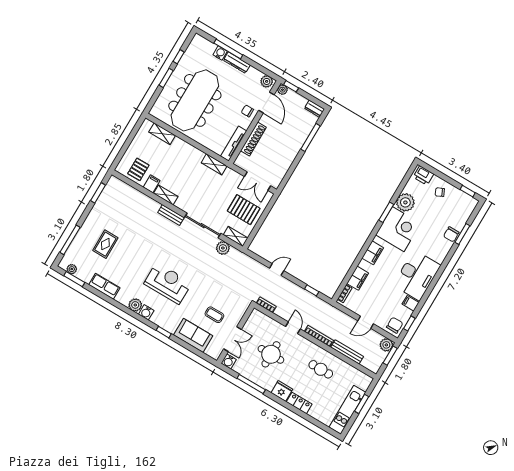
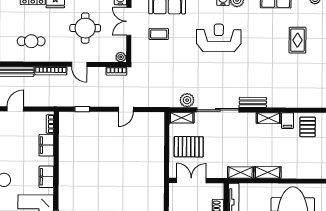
shelving: (162, 134) -> (268, 172), moved
reception desk: (168, 283) -> (219, 38), turned 180
plant: (256, 314) -> (121, 57), added

